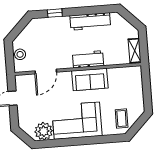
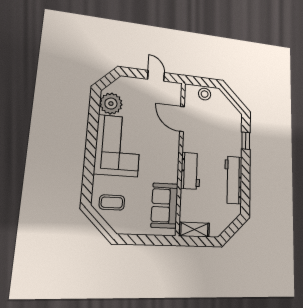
sofa: (90, 79) -> (165, 205), moved

